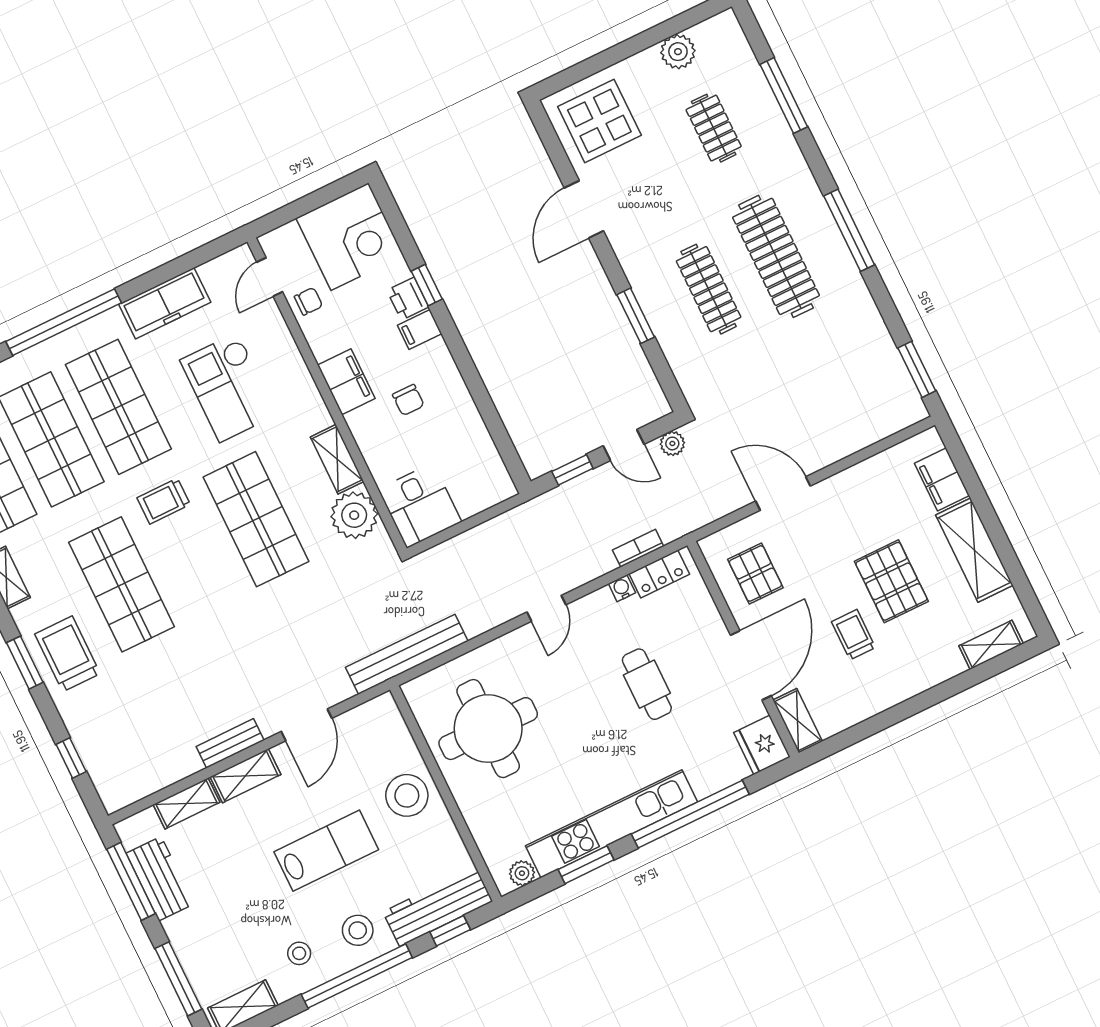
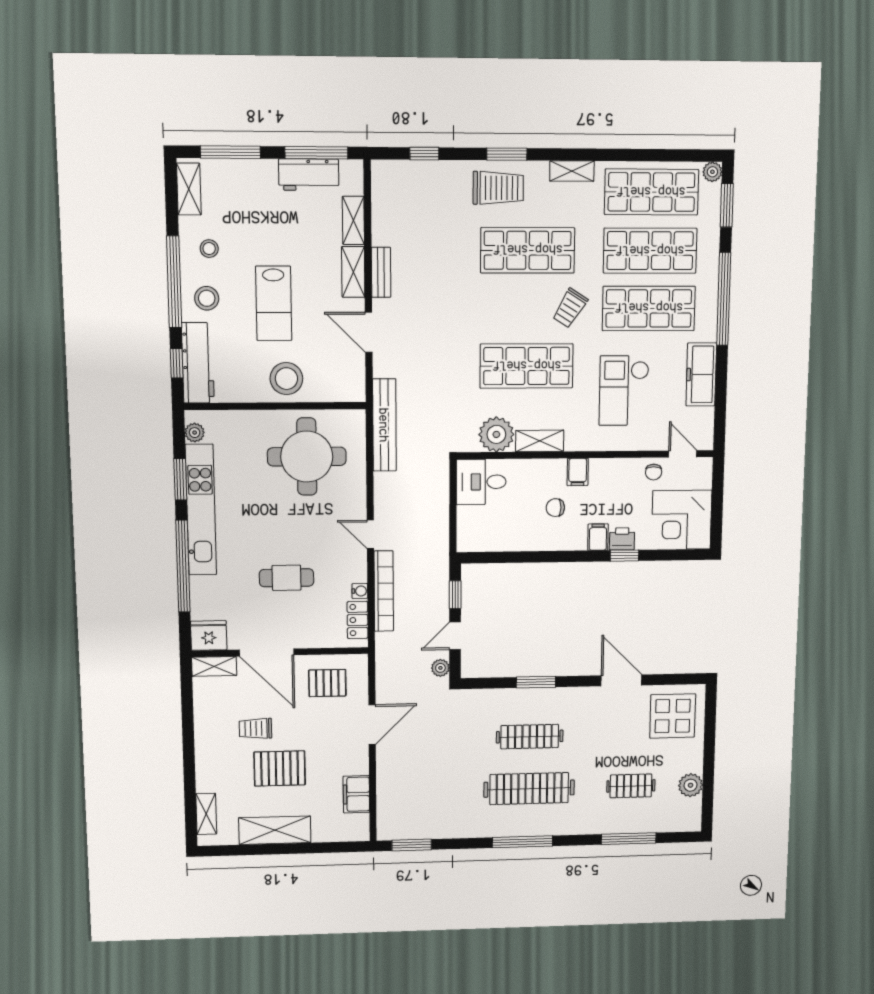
filing cabinet: (346, 382) -> (578, 472), width x0.50
checkout: (229, 387) -> (624, 391), turned -90
filing cabinet: (942, 479) -> (356, 794), moved, turned -90
trolley: (164, 501) -> (570, 308), turned -148
bookcase: (638, 548) -> (384, 591), width x2.31, depth x1.31
trolley: (853, 635) -> (255, 728), turned 180

